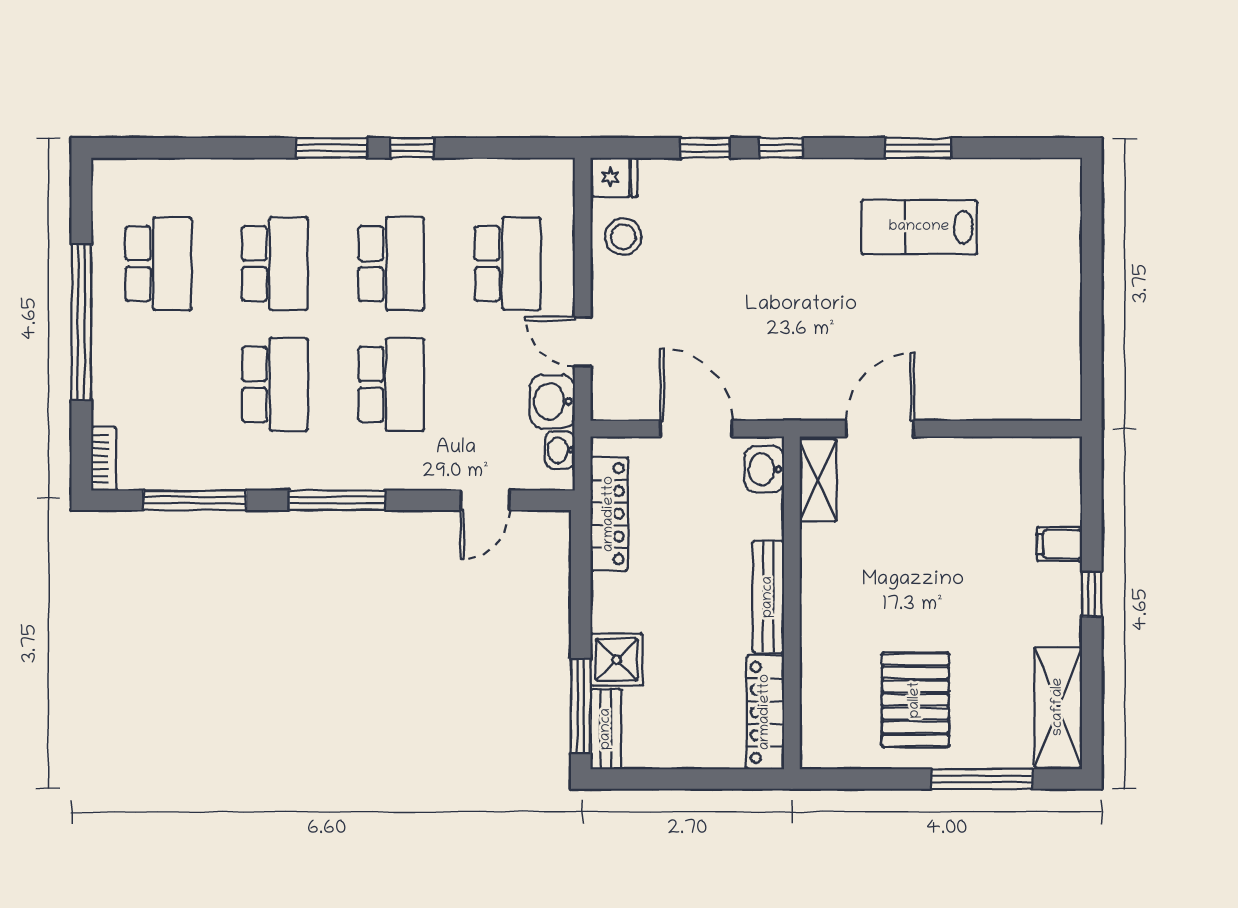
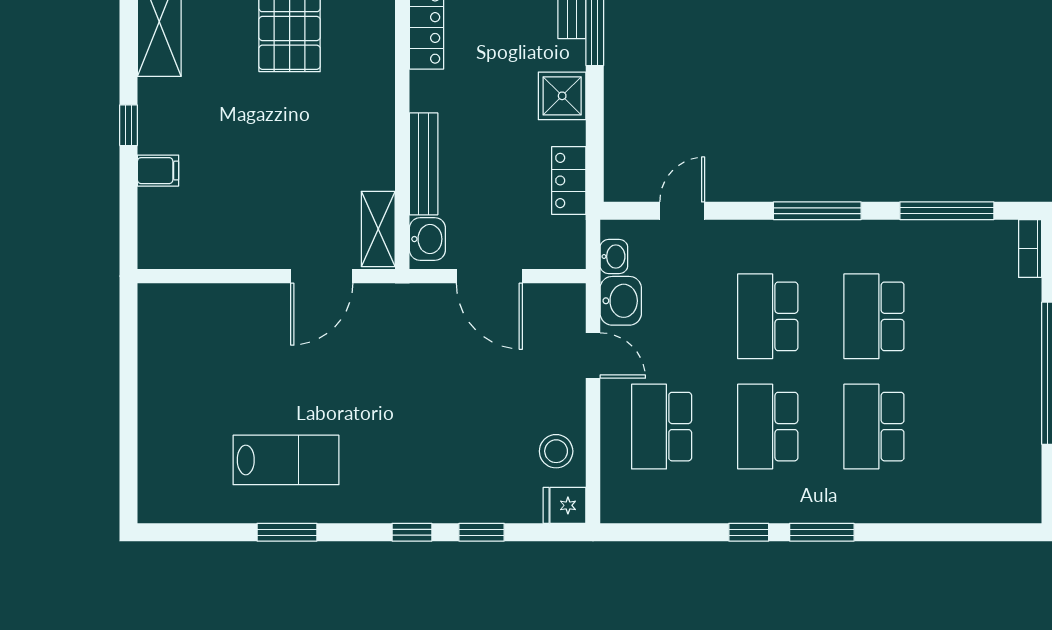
school desk: (158, 264) -> (980, 427), removed
locker: (609, 514) -> (569, 180), width x0.66
bench: (768, 597) -> (424, 164), moved
shower: (617, 660) -> (562, 96), moved

